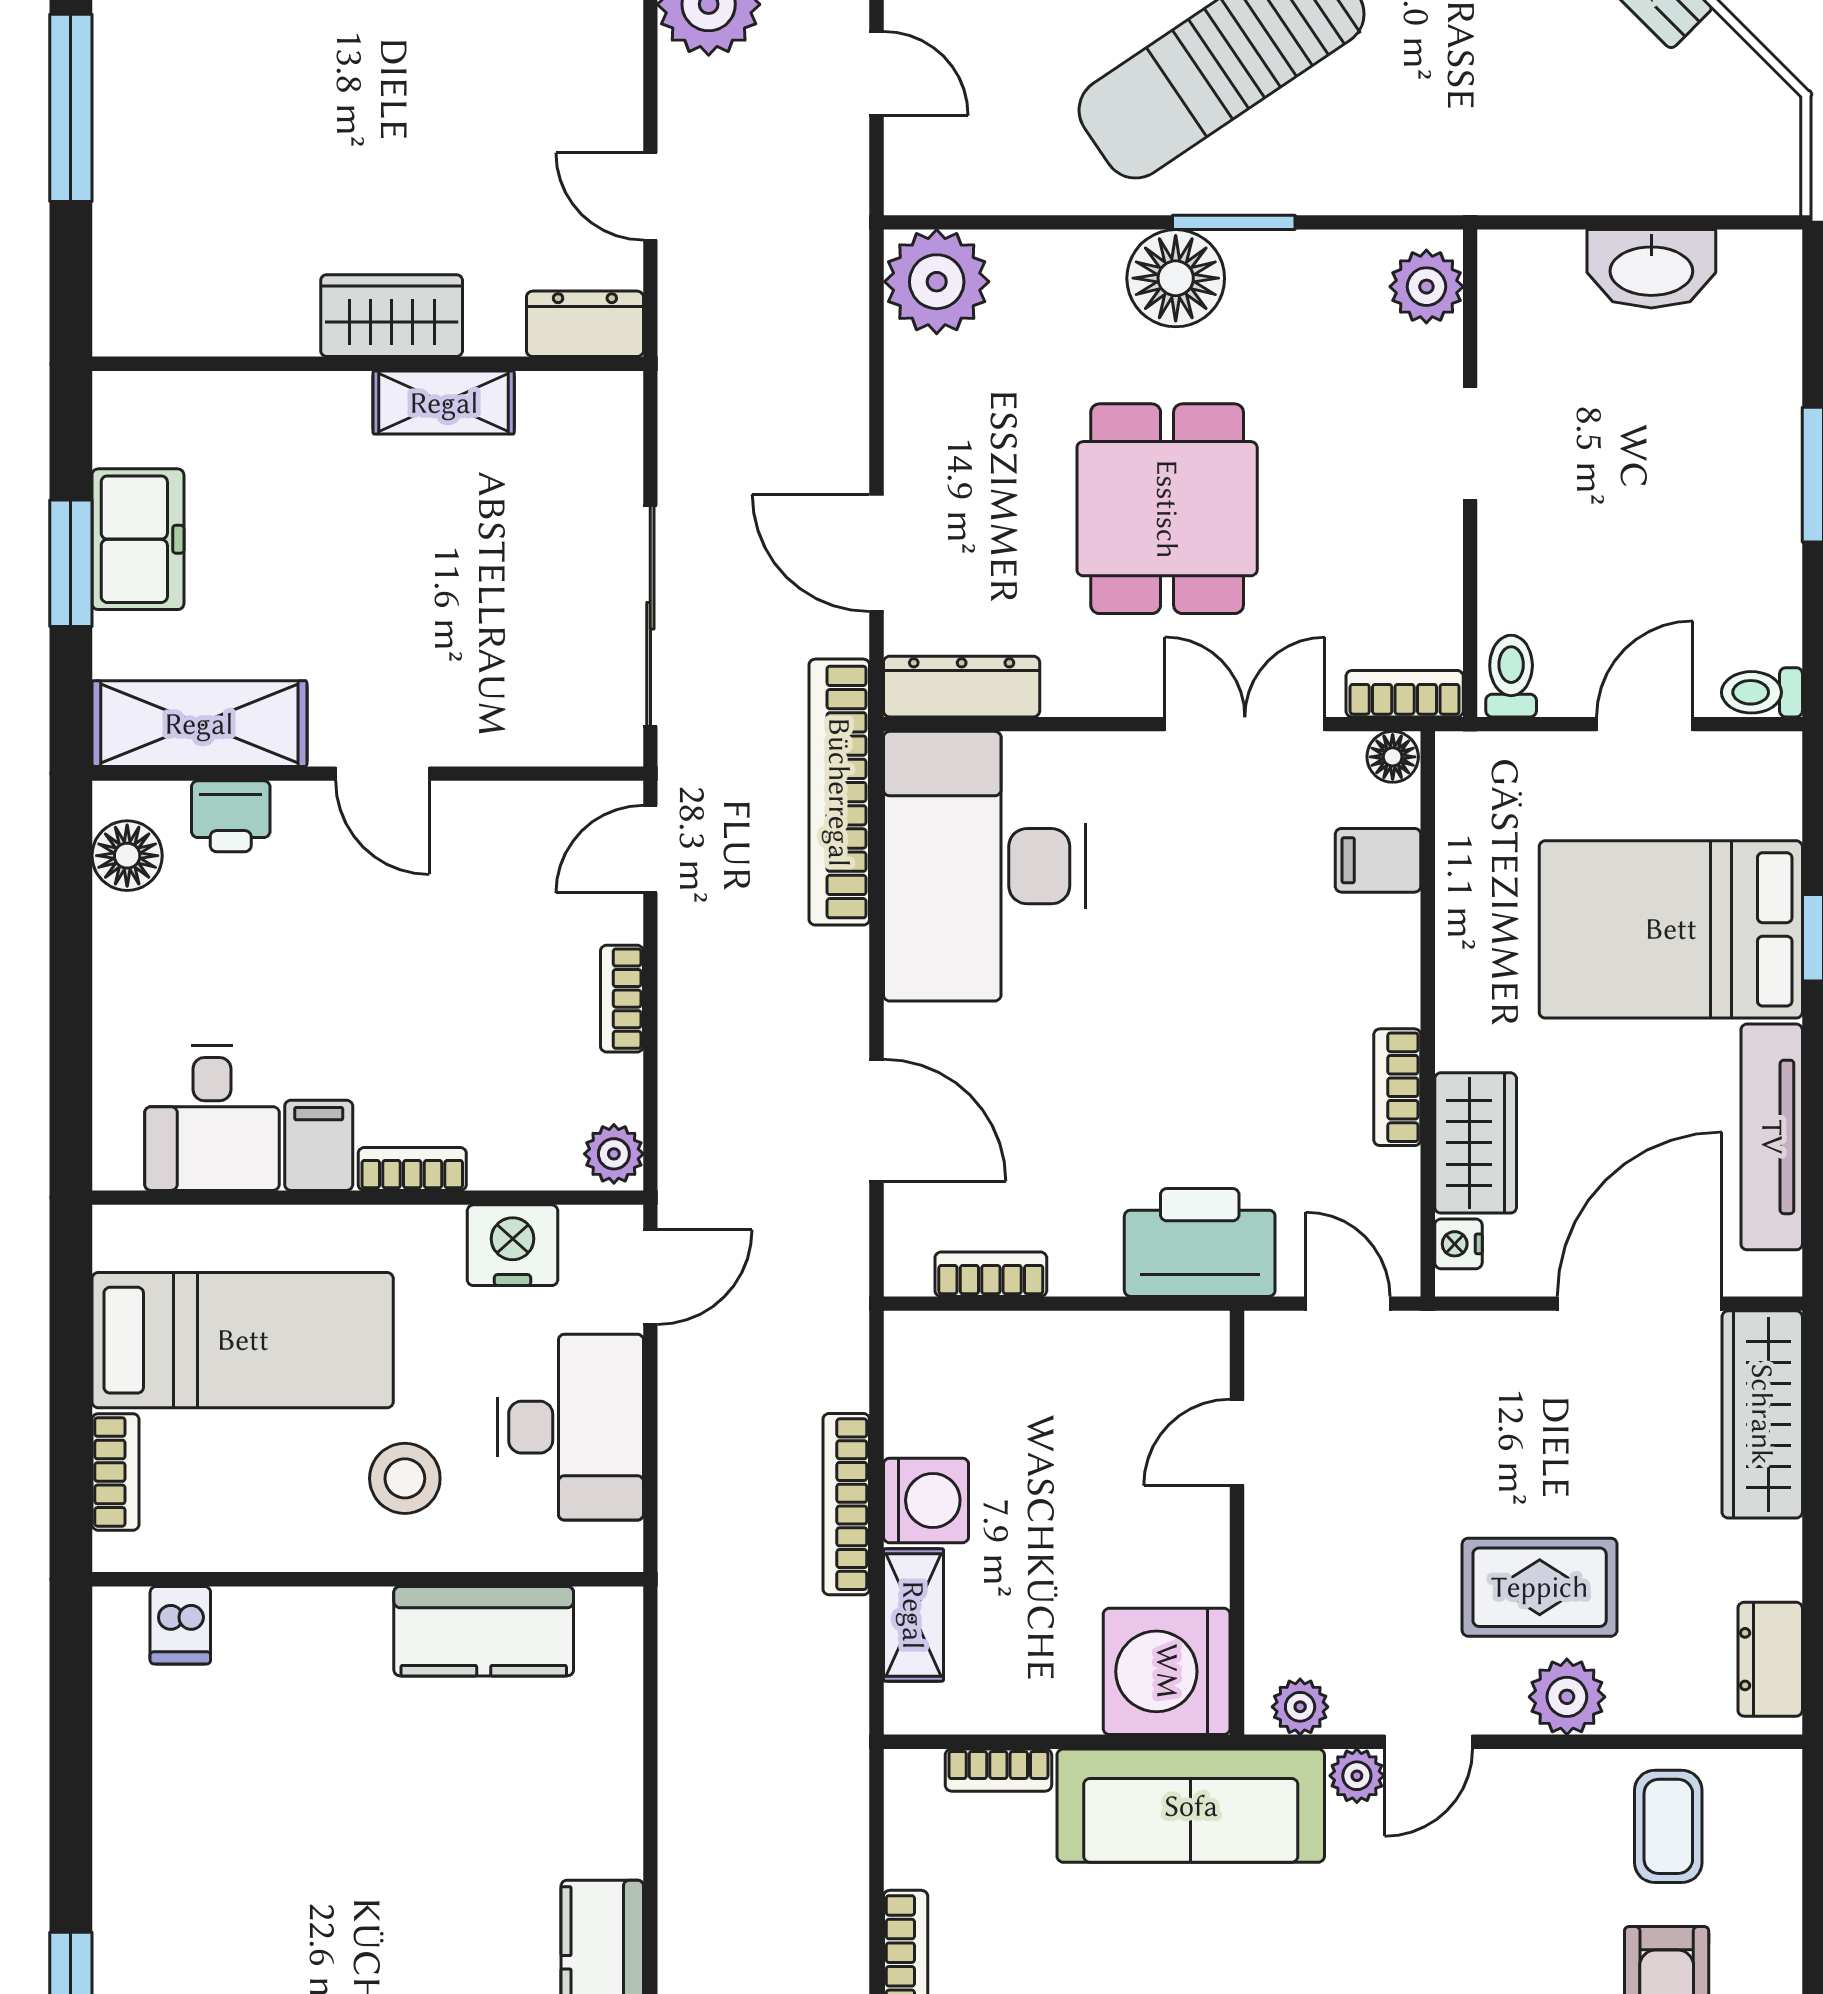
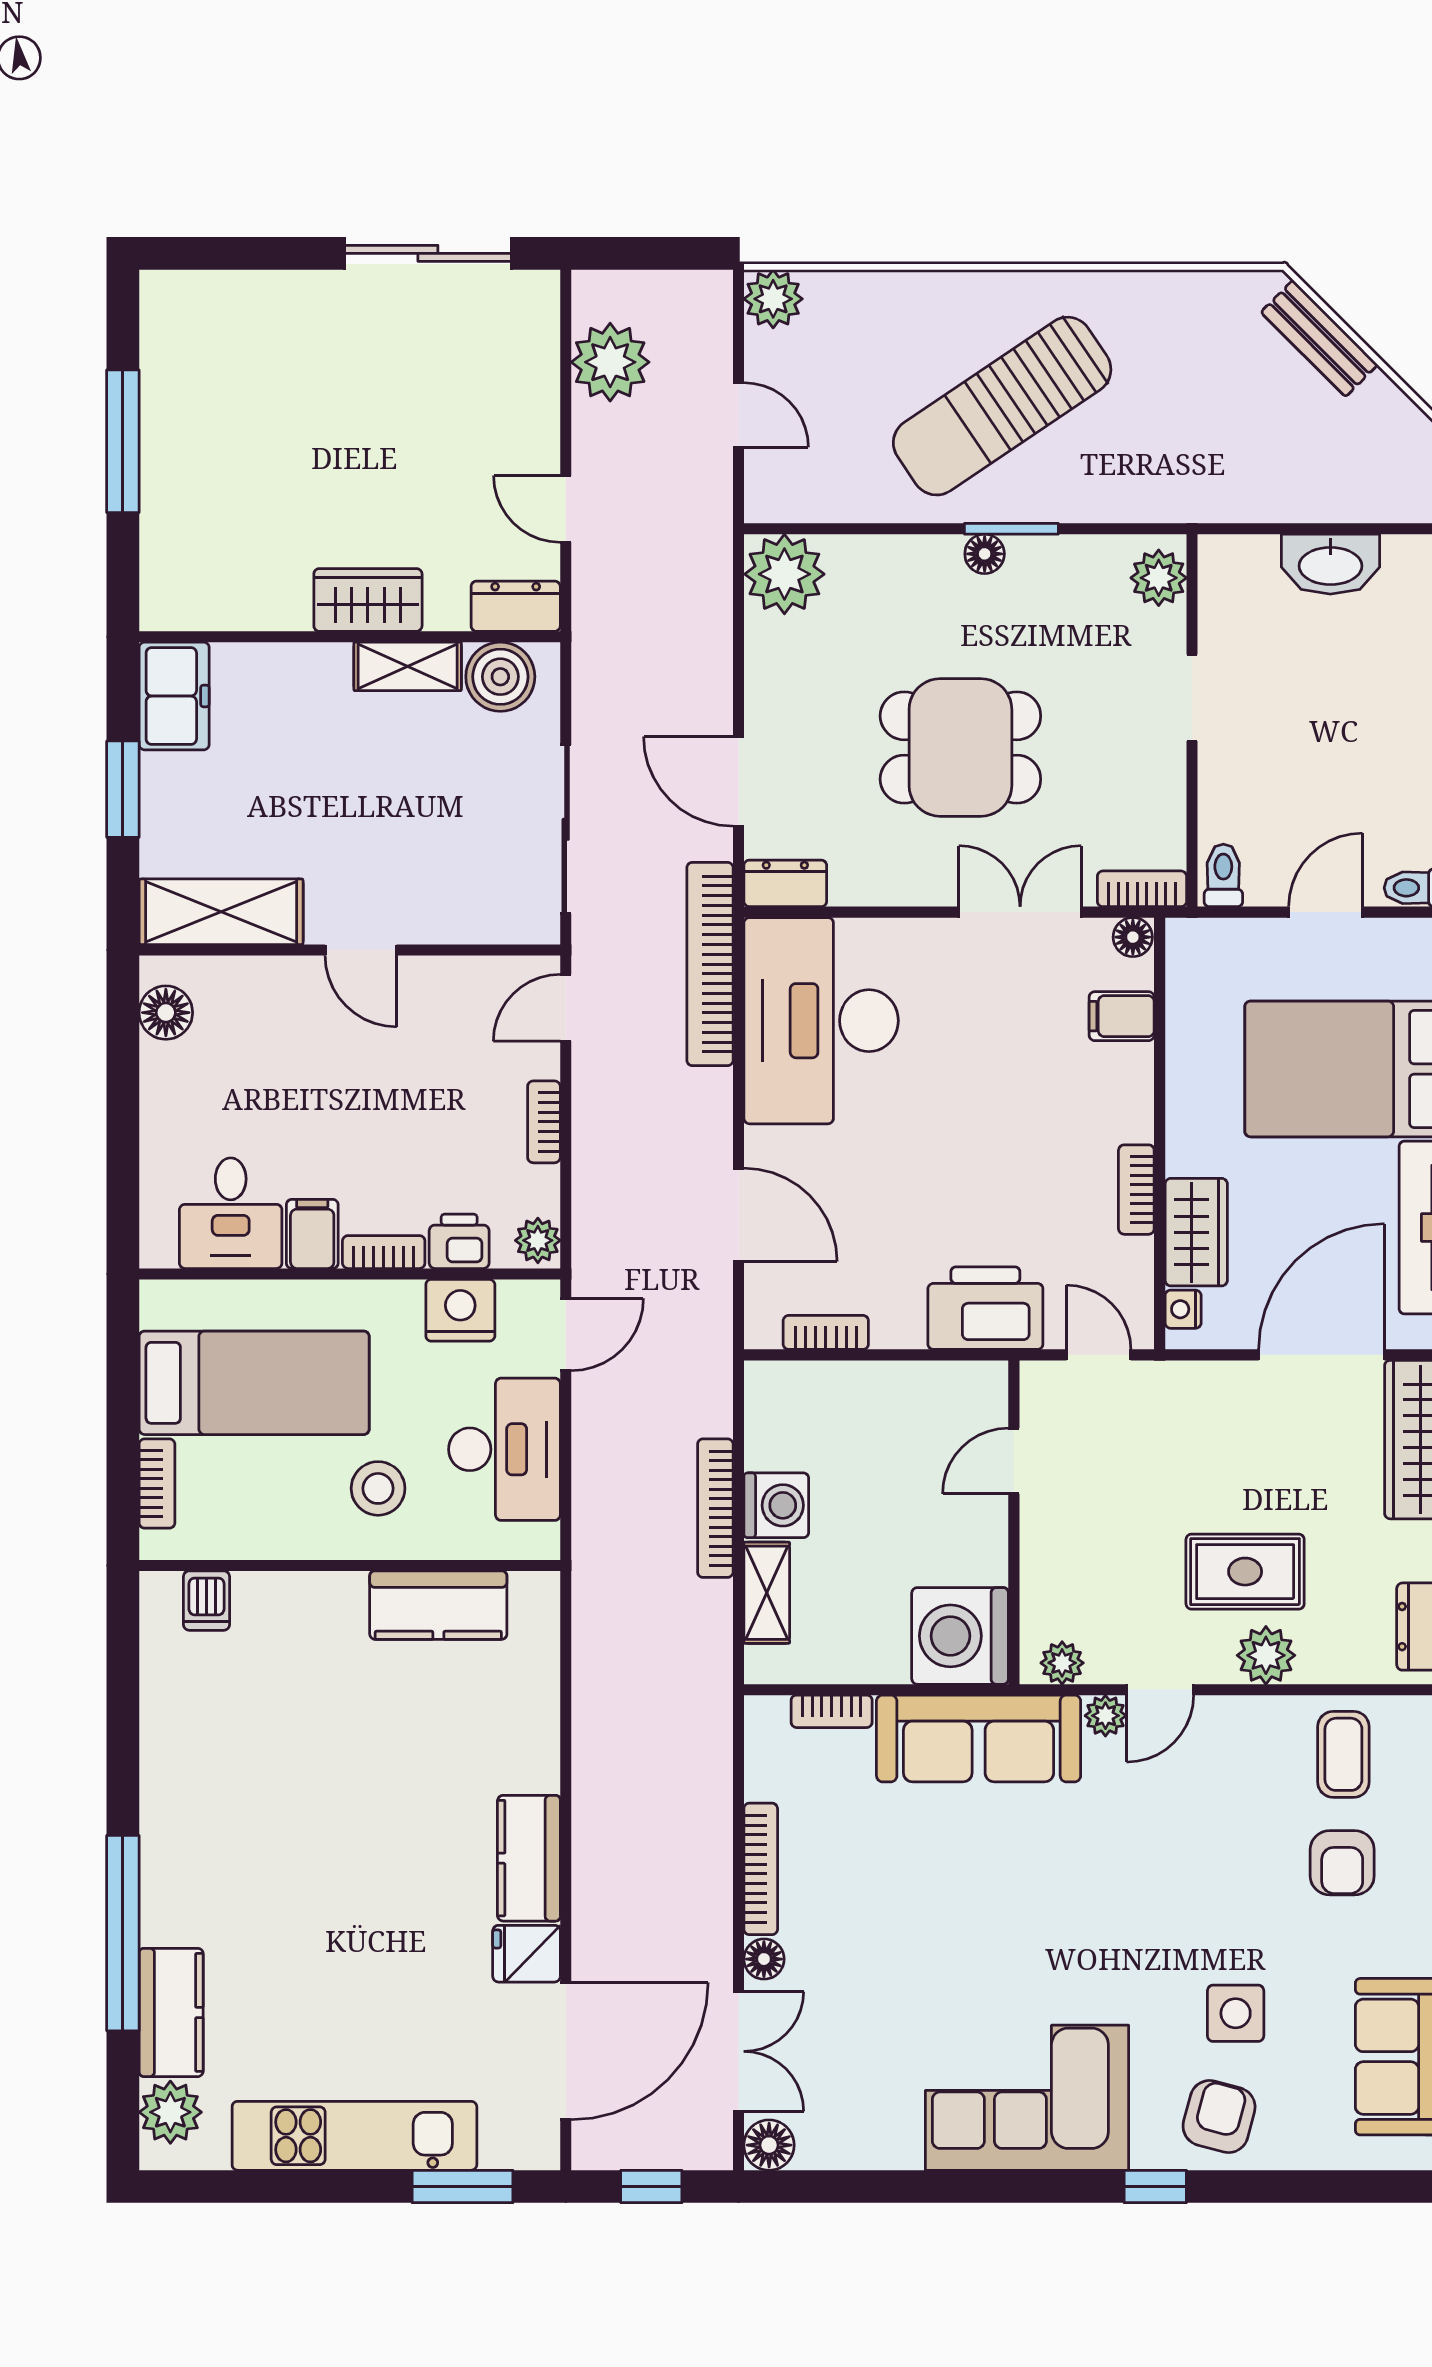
floor lamp: (1176, 278) -> (985, 554), width x0.53, depth x0.53
boiler: (565, 416) -> (500, 677), added
dining table: (1167, 509) -> (960, 747), turned 90
freezer: (138, 539) -> (174, 696), moved
dresser: (962, 687) -> (785, 883), width x0.70
printer: (231, 816) -> (459, 1241), moved, turned 180

